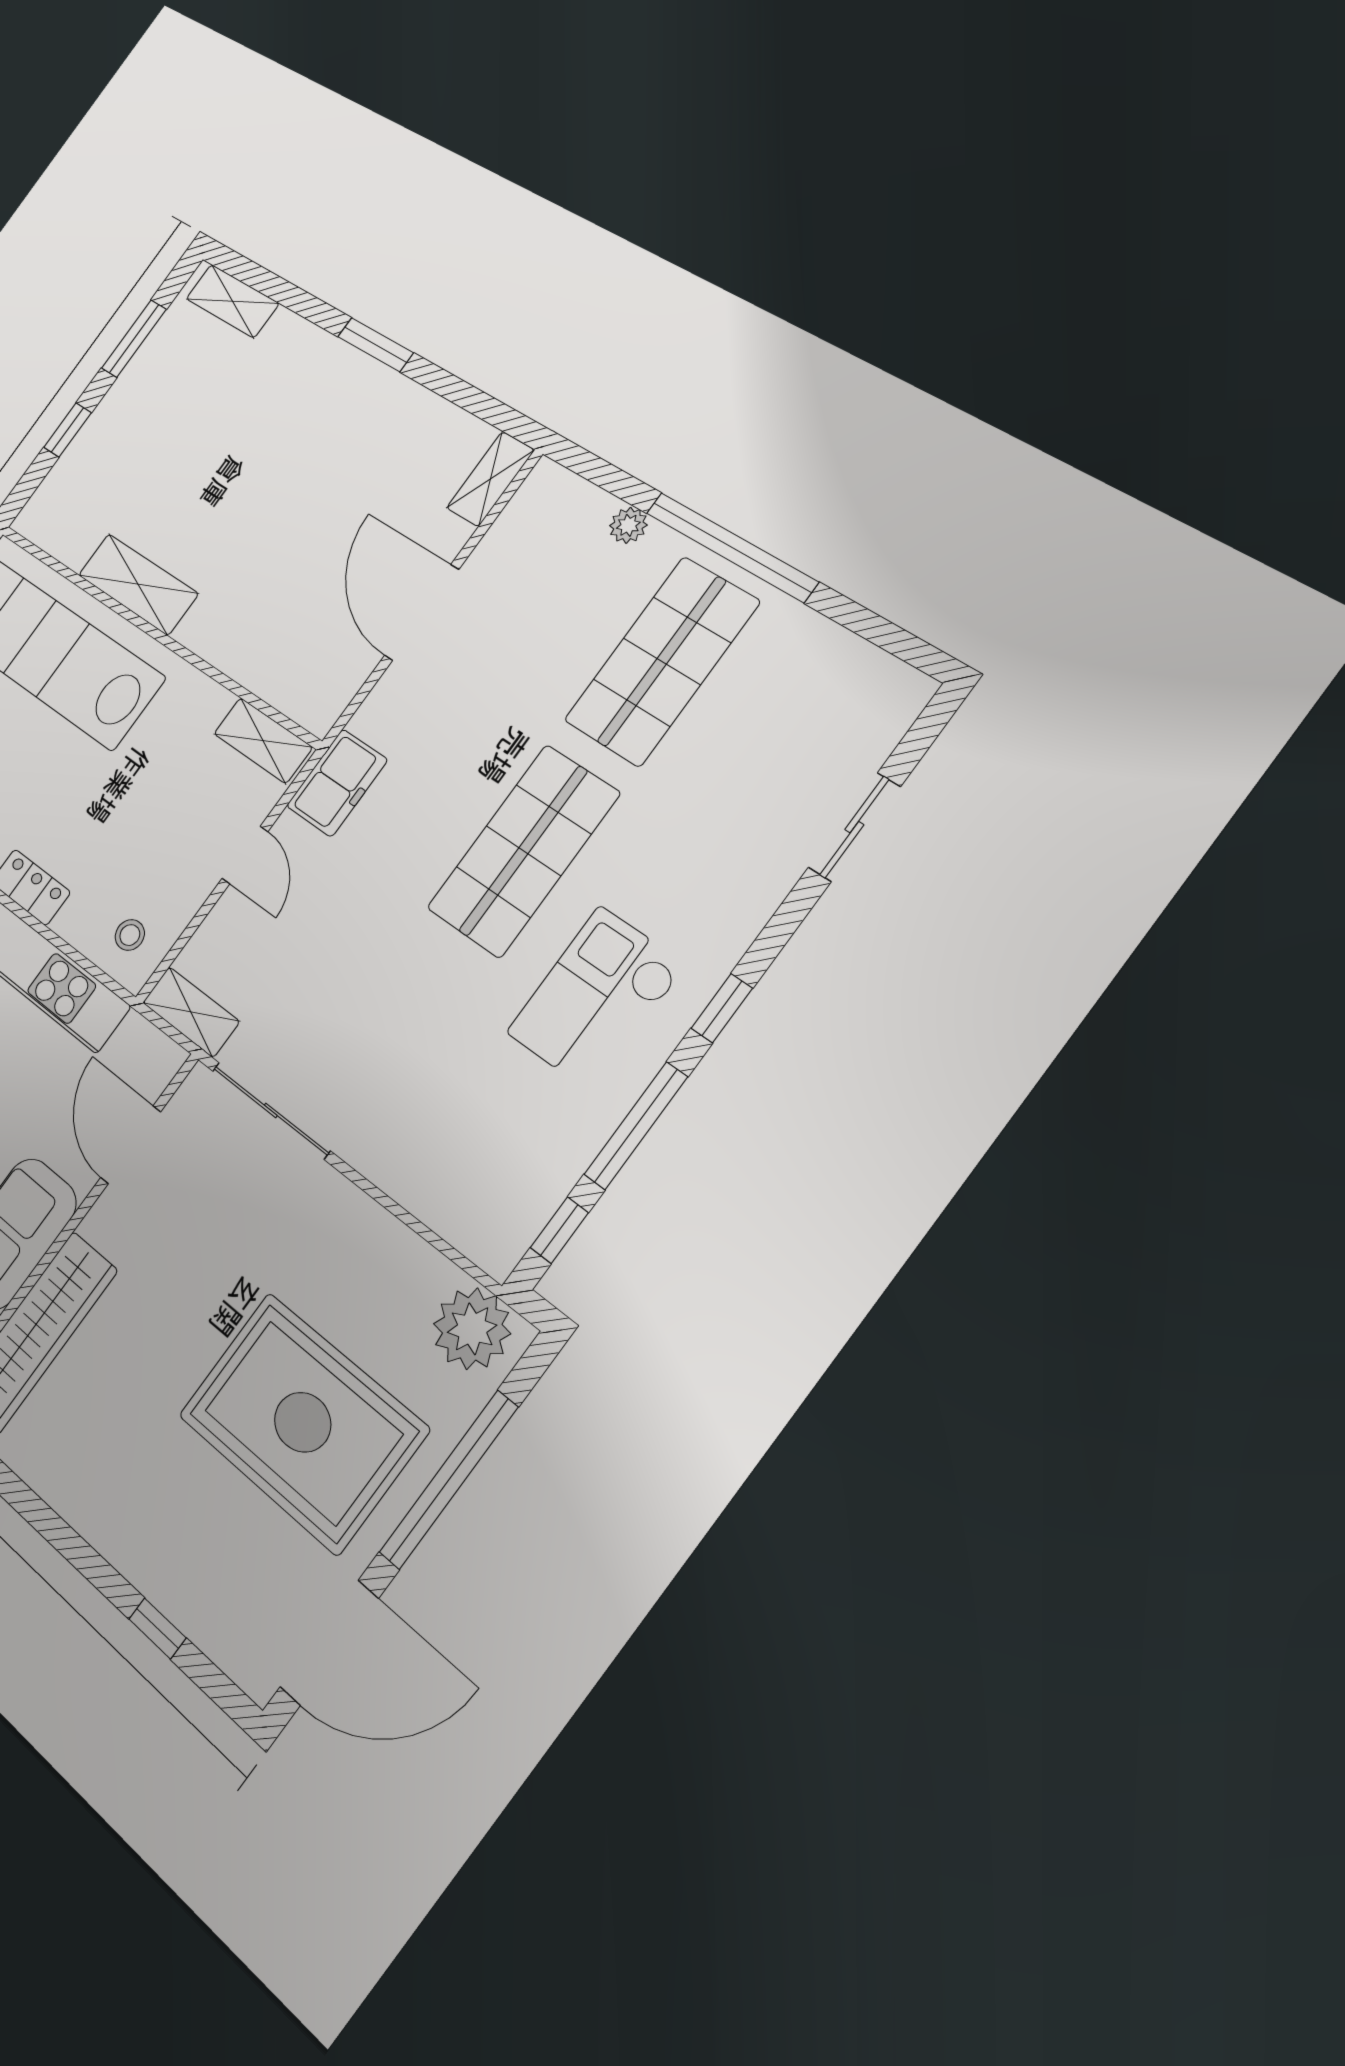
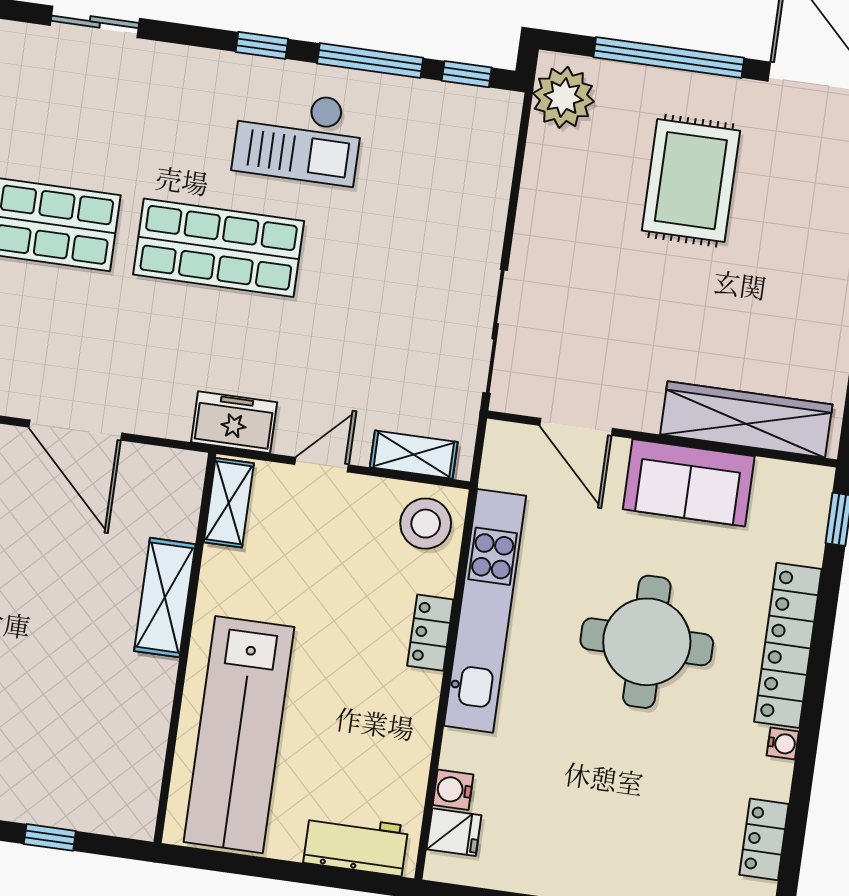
shelving: (138, 584) -> (165, 598), moved
door: (422, 613) -> (75, 430), hinge flipped
stool: (130, 935) -> (426, 524), width x1.89, depth x1.89
shelving: (191, 1012) -> (414, 455), moved, turned 90
door: (131, 1145) -> (576, 427), hinge flipped
rug: (303, 1422) -> (691, 181), width x0.73, depth x0.69

